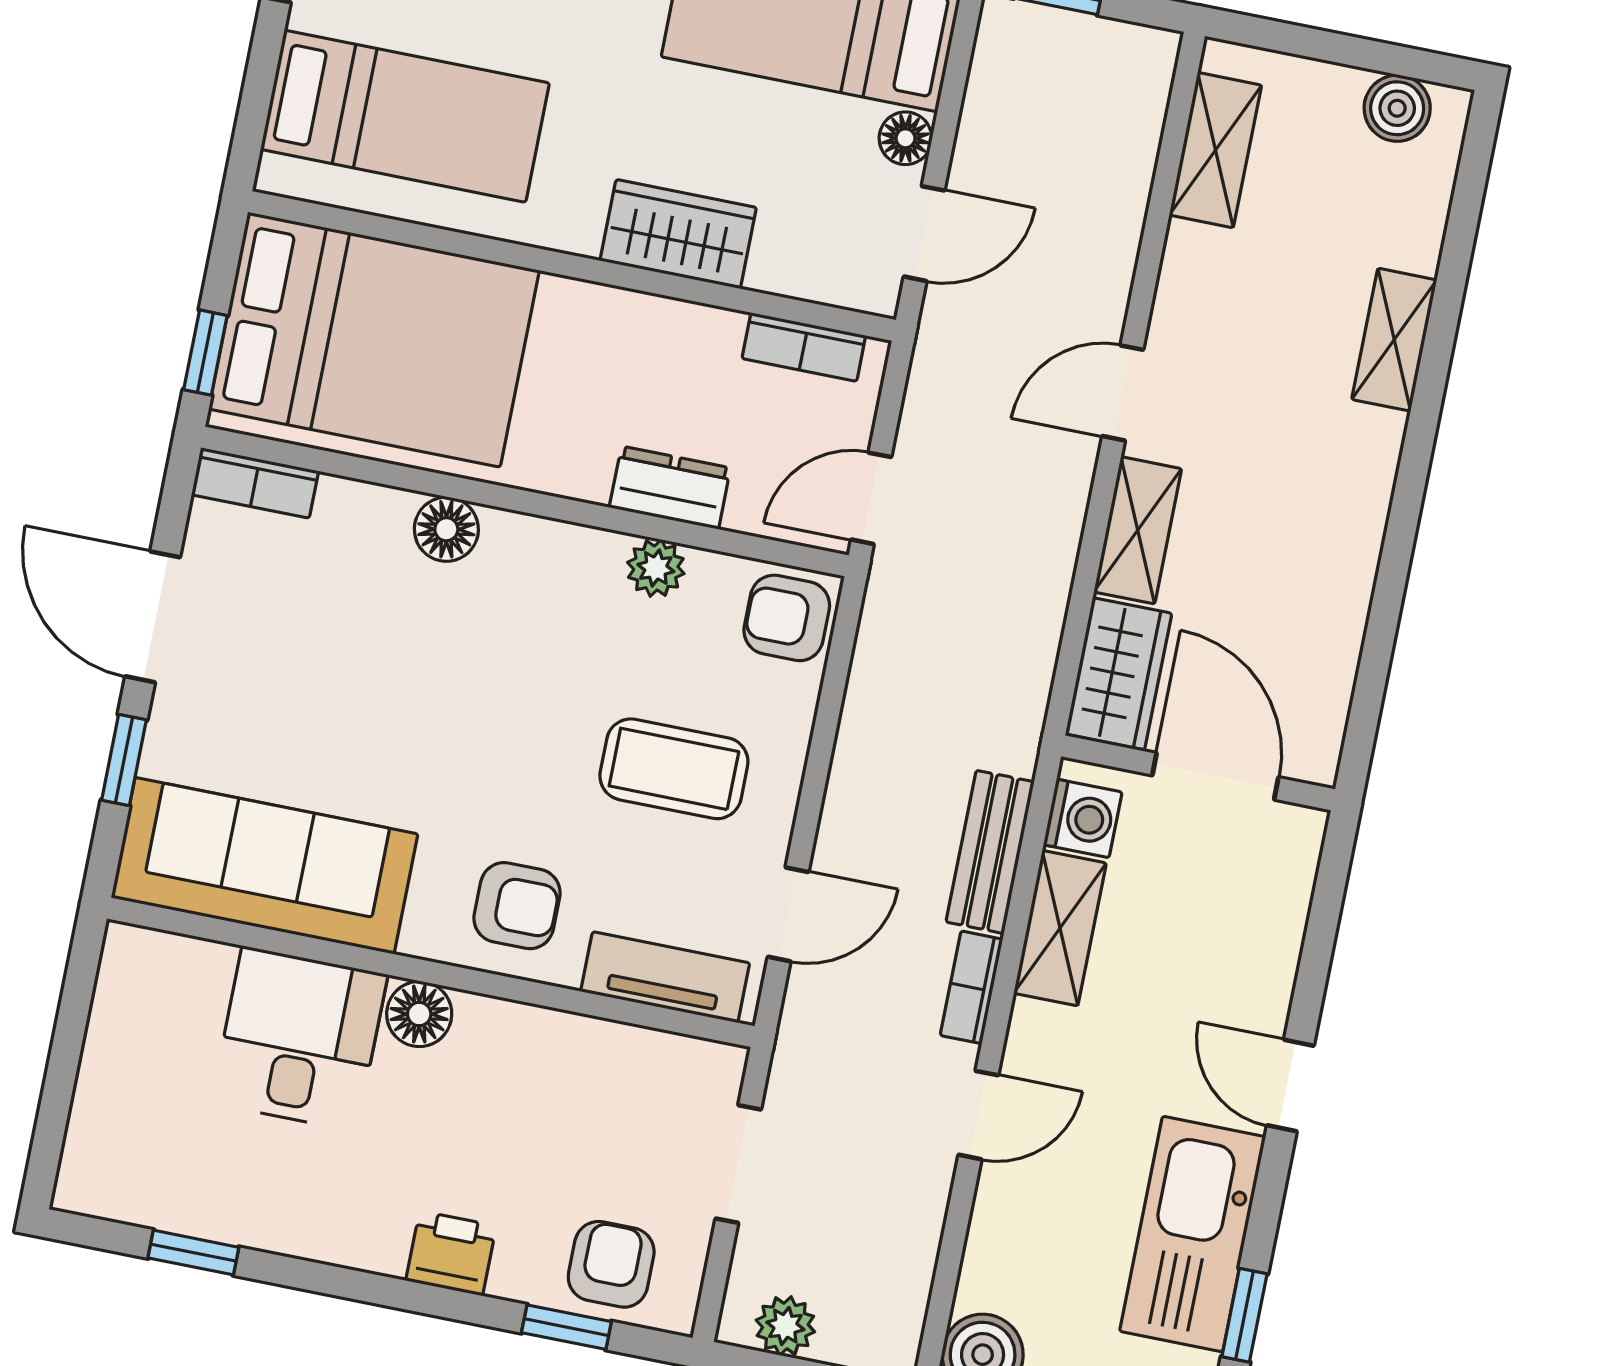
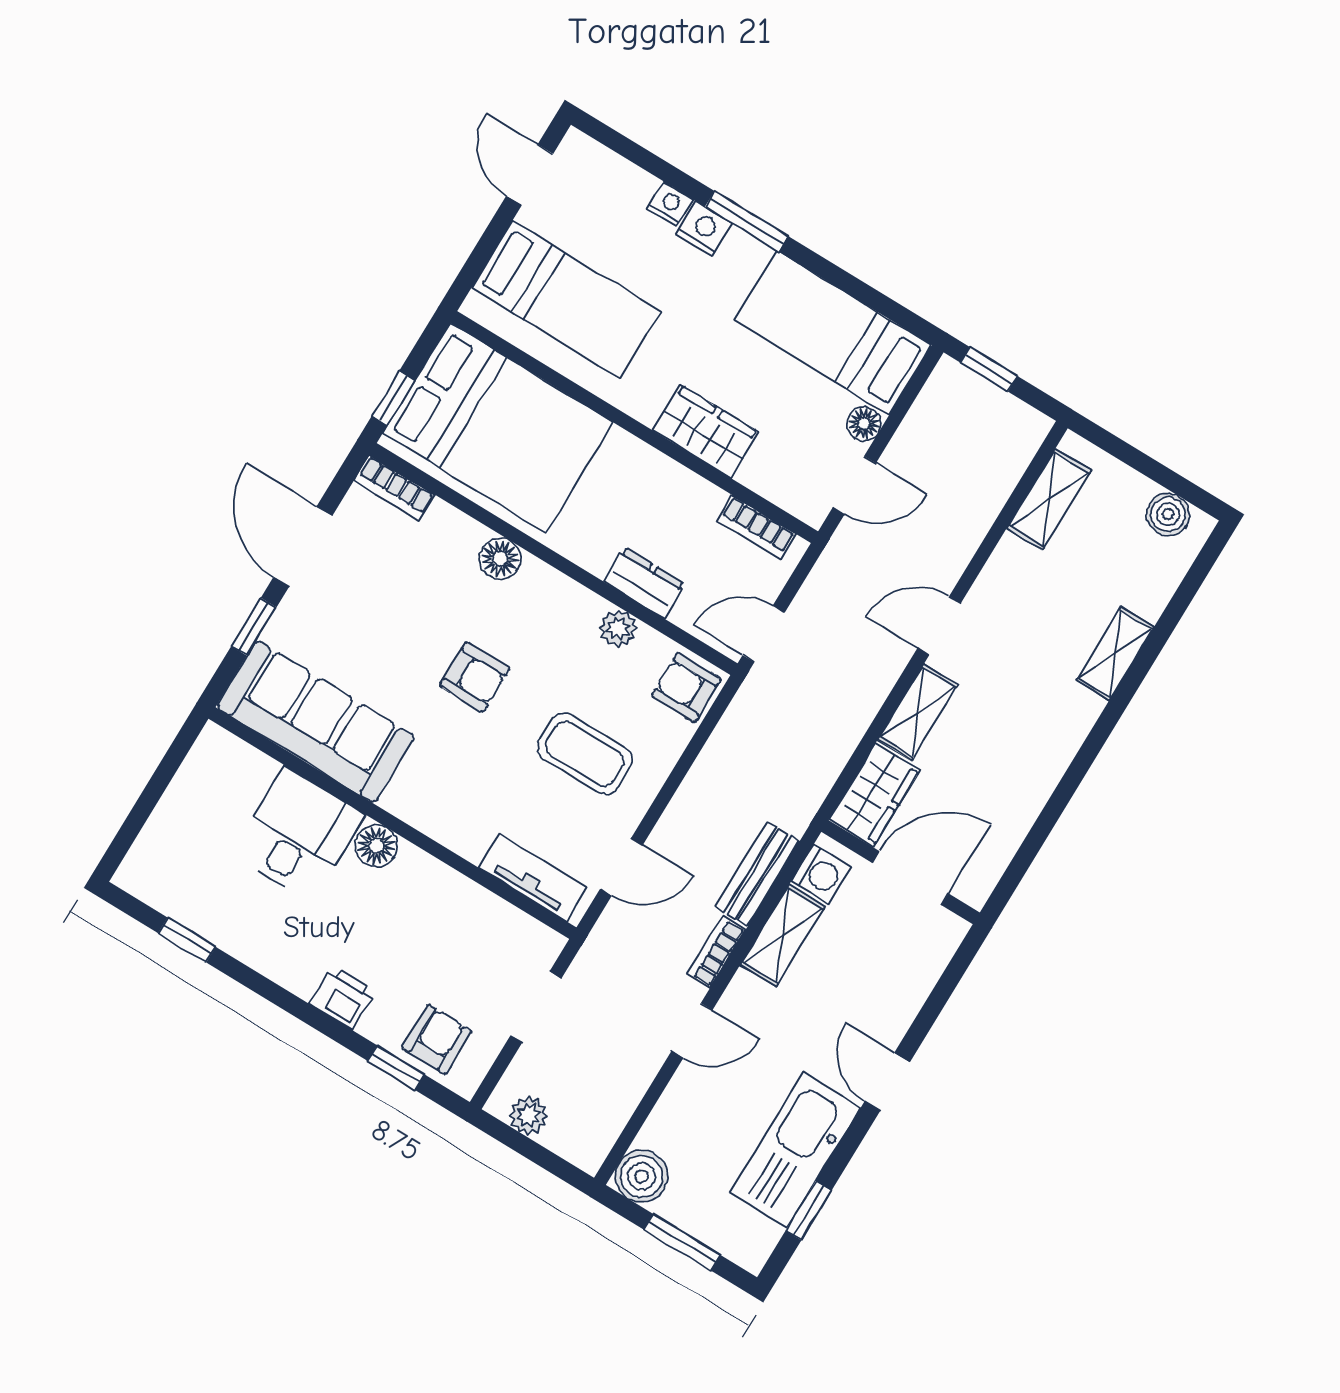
door: (1215, 776) -> (910, 878), hinge flipped
armchair: (517, 906) -> (475, 677), moved

